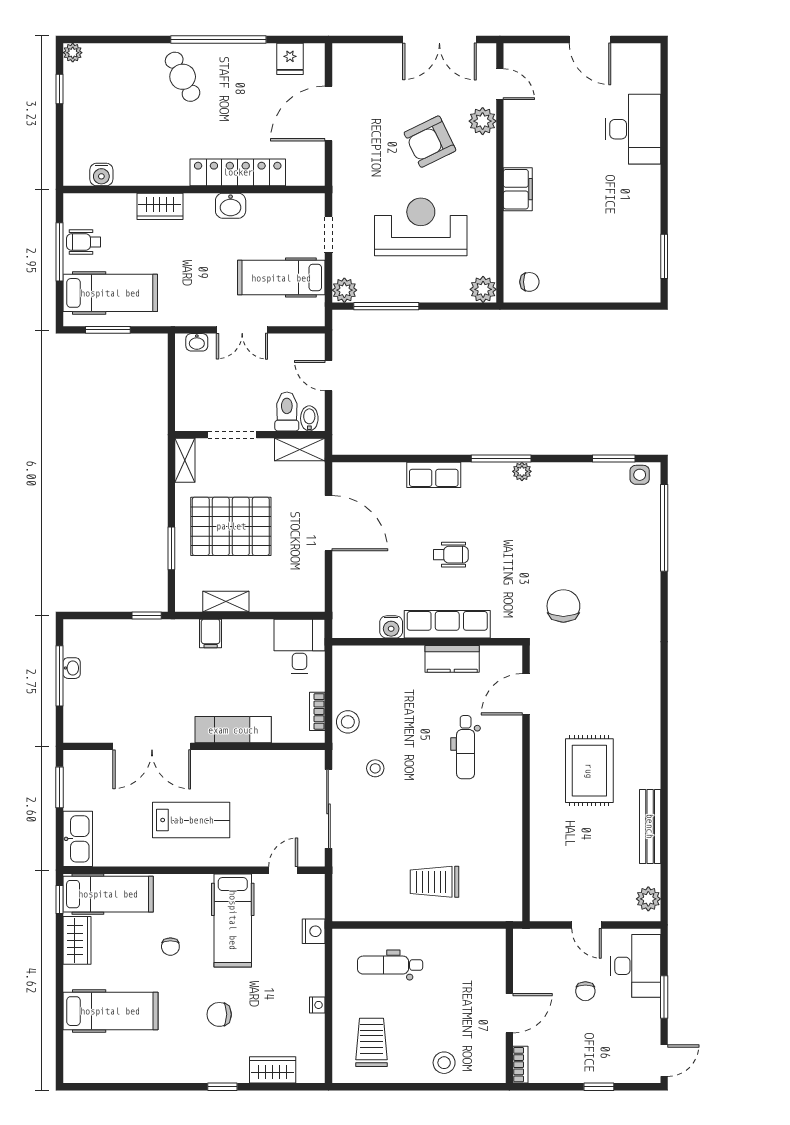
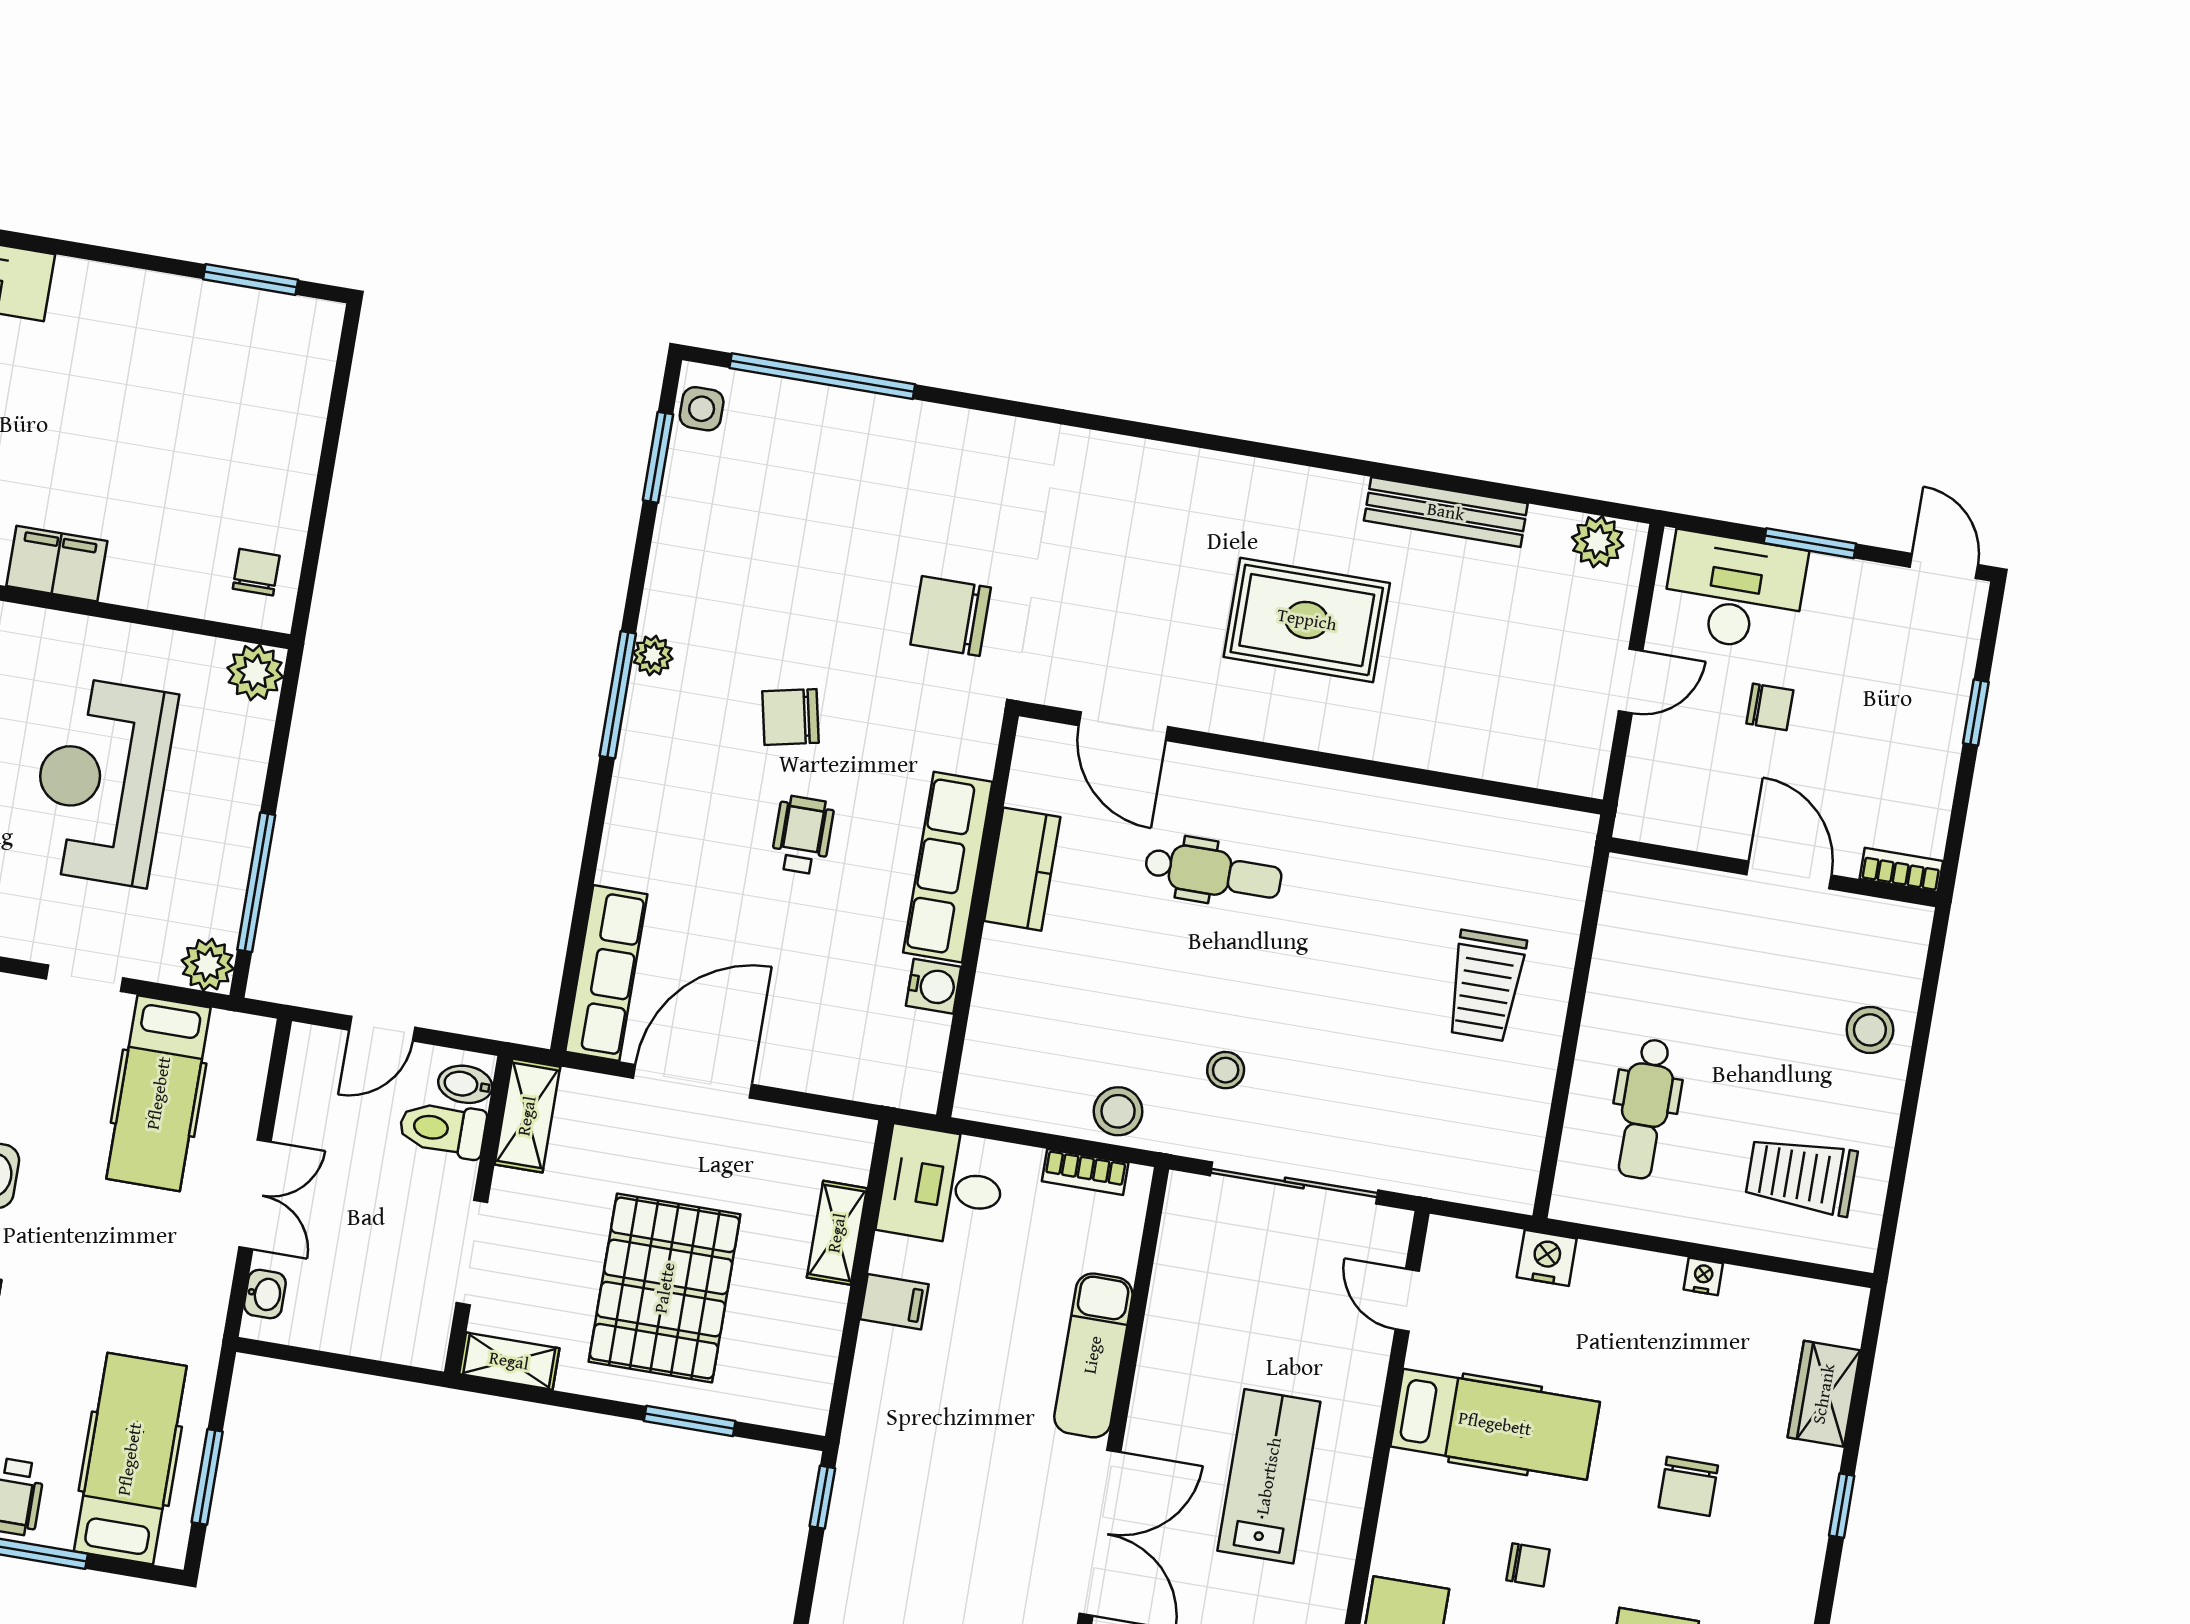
row of seats: (434, 475) -> (606, 973), moved, width x1.48
chair: (504, 540) -> (790, 717), added
shelving: (226, 602) -> (837, 1233), moved
filing cabinet: (211, 633) -> (894, 1302), moved

